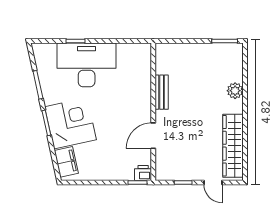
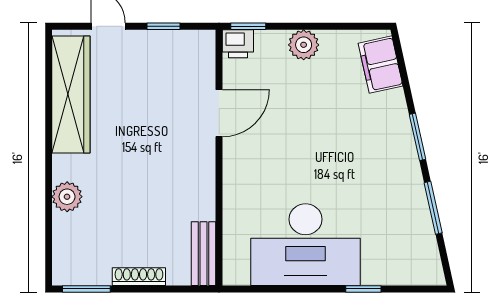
shoe rack: (196, 48) -> (139, 277), added
desk: (87, 65) -> (306, 245), moved
bench: (162, 92) -> (203, 254), moved
corner desk: (70, 123) -> (373, 136), removed
plant: (108, 173) -> (304, 45), added

